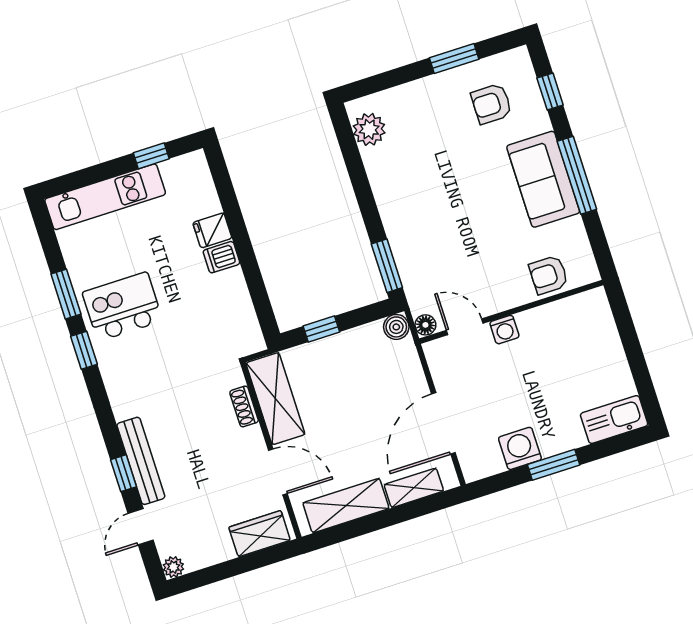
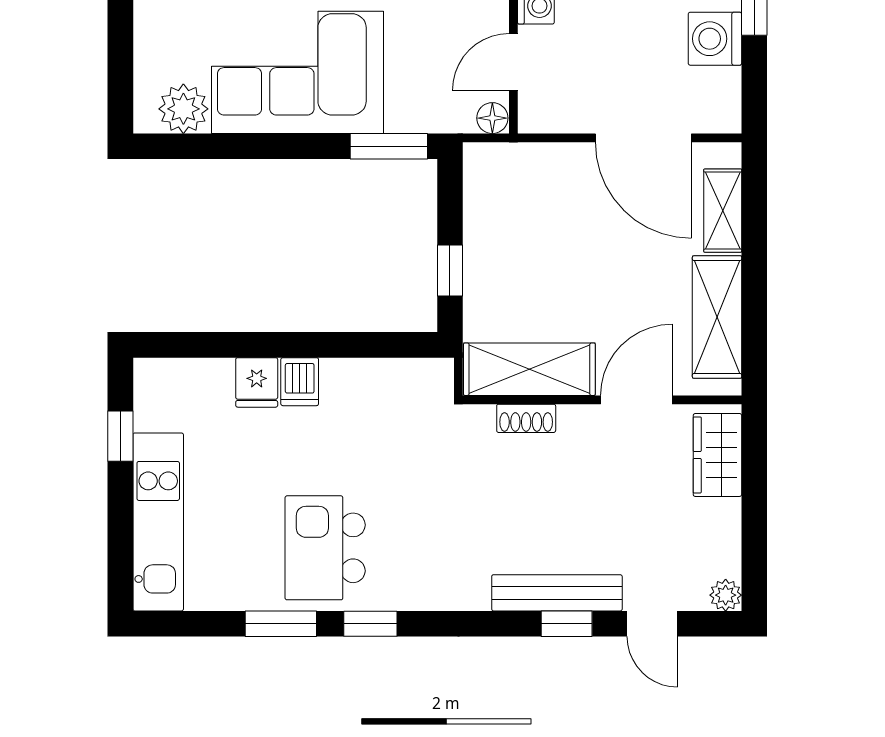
corner sofa: (415, 194) -> (297, 72), added
boiler: (396, 327) -> (482, 161), removed

